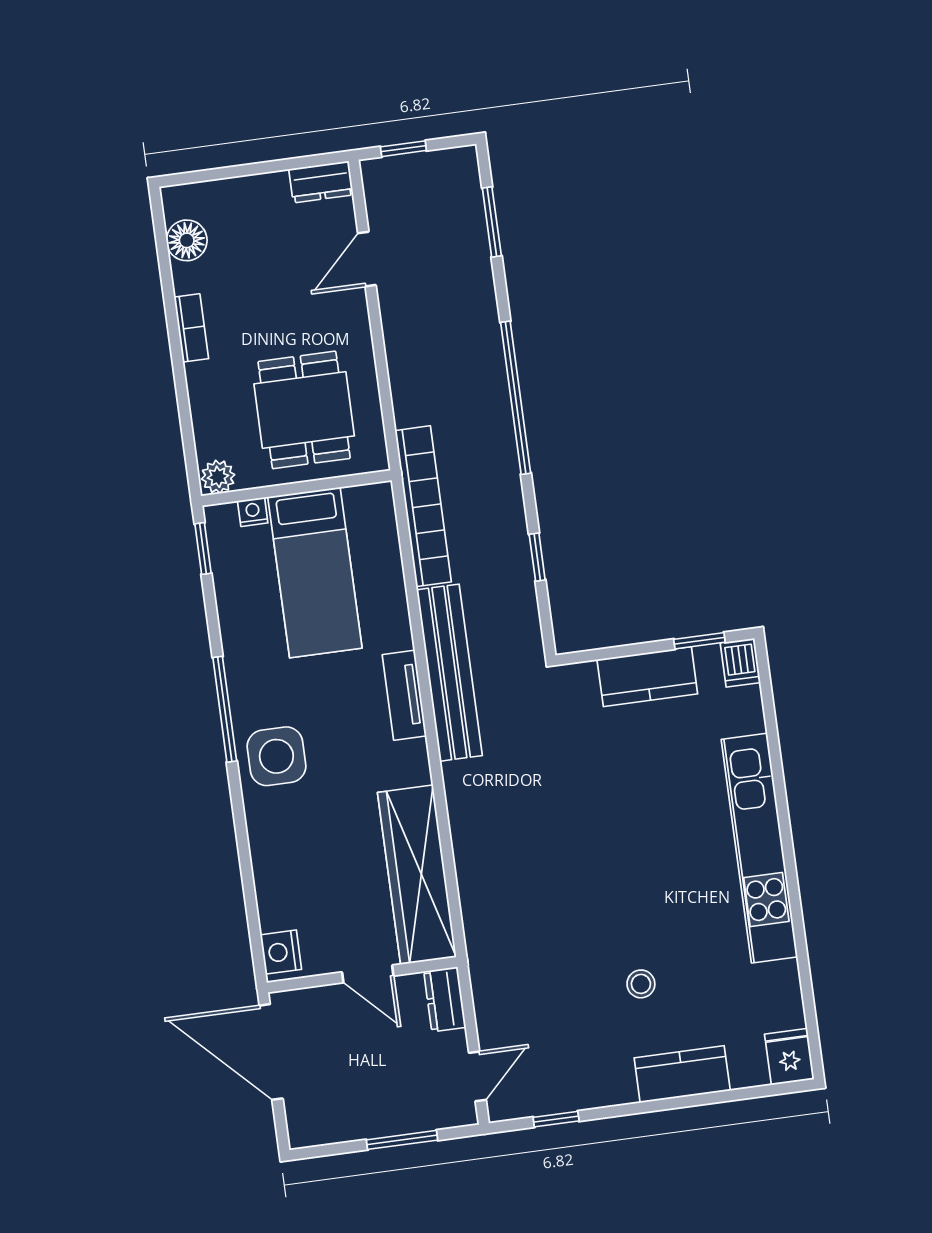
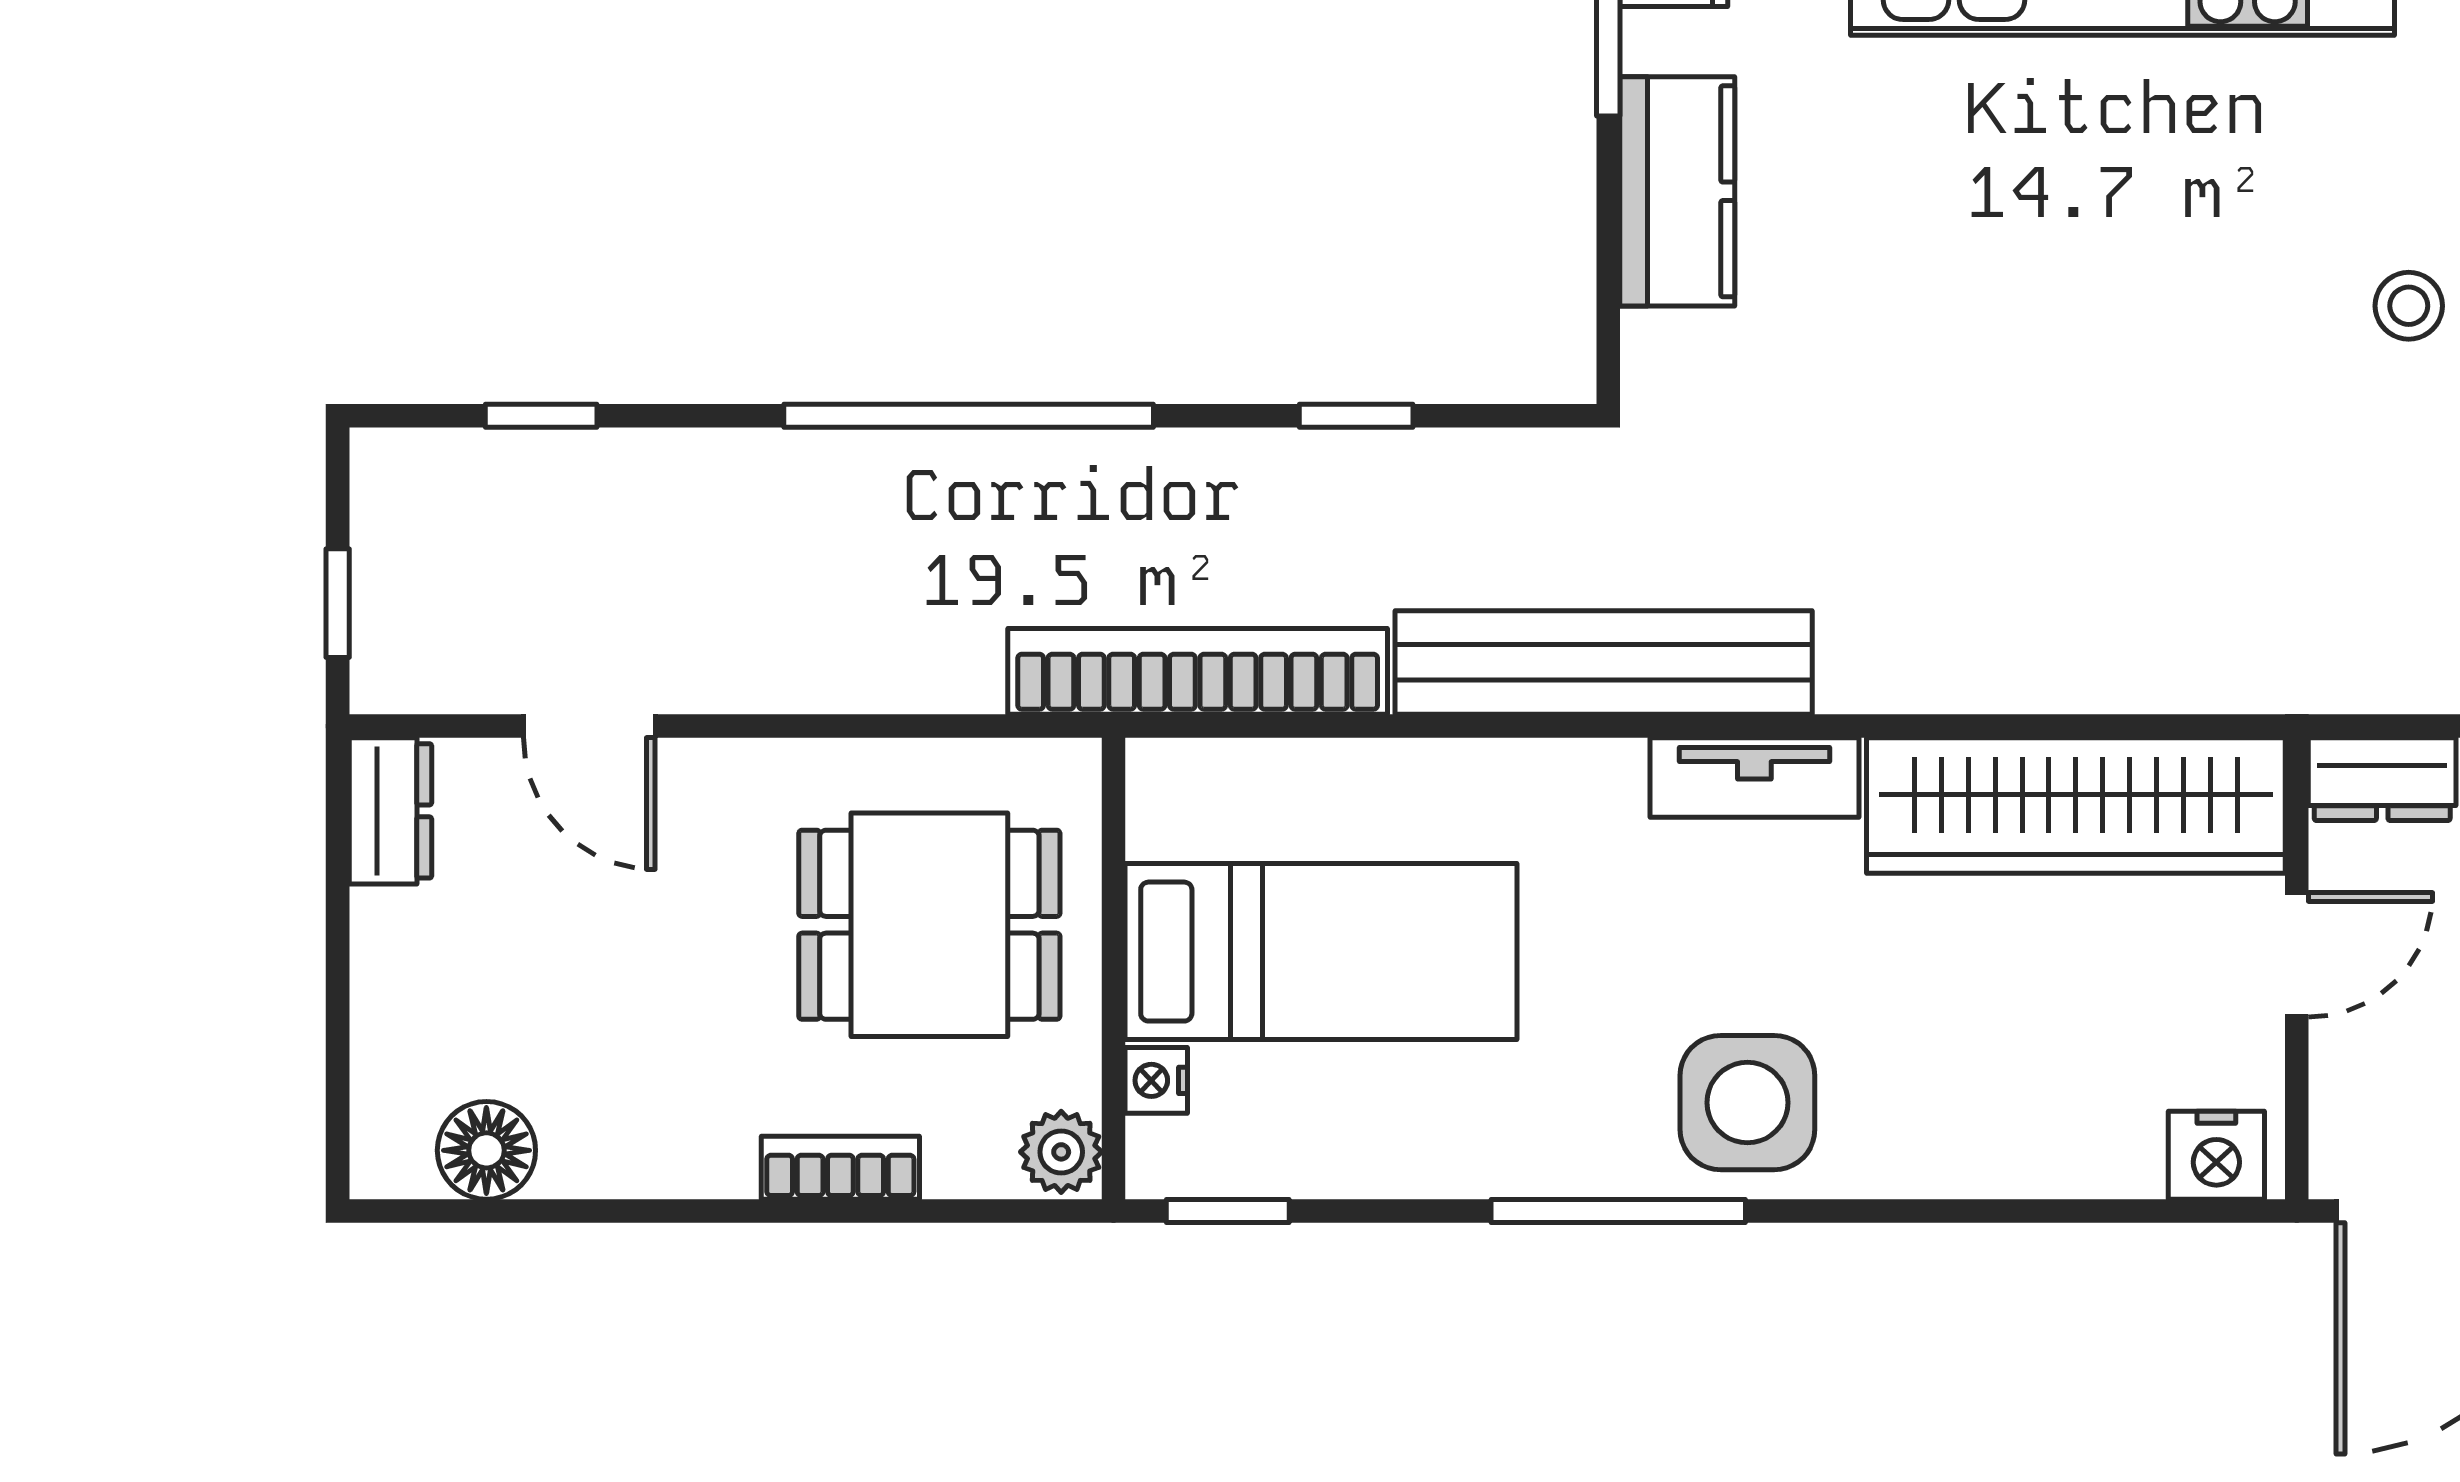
window: (492, 222) -> (541, 416), width x0.67
bookcase: (191, 328) -> (840, 1168), moved
tv unit: (404, 695) -> (1754, 778), moved

